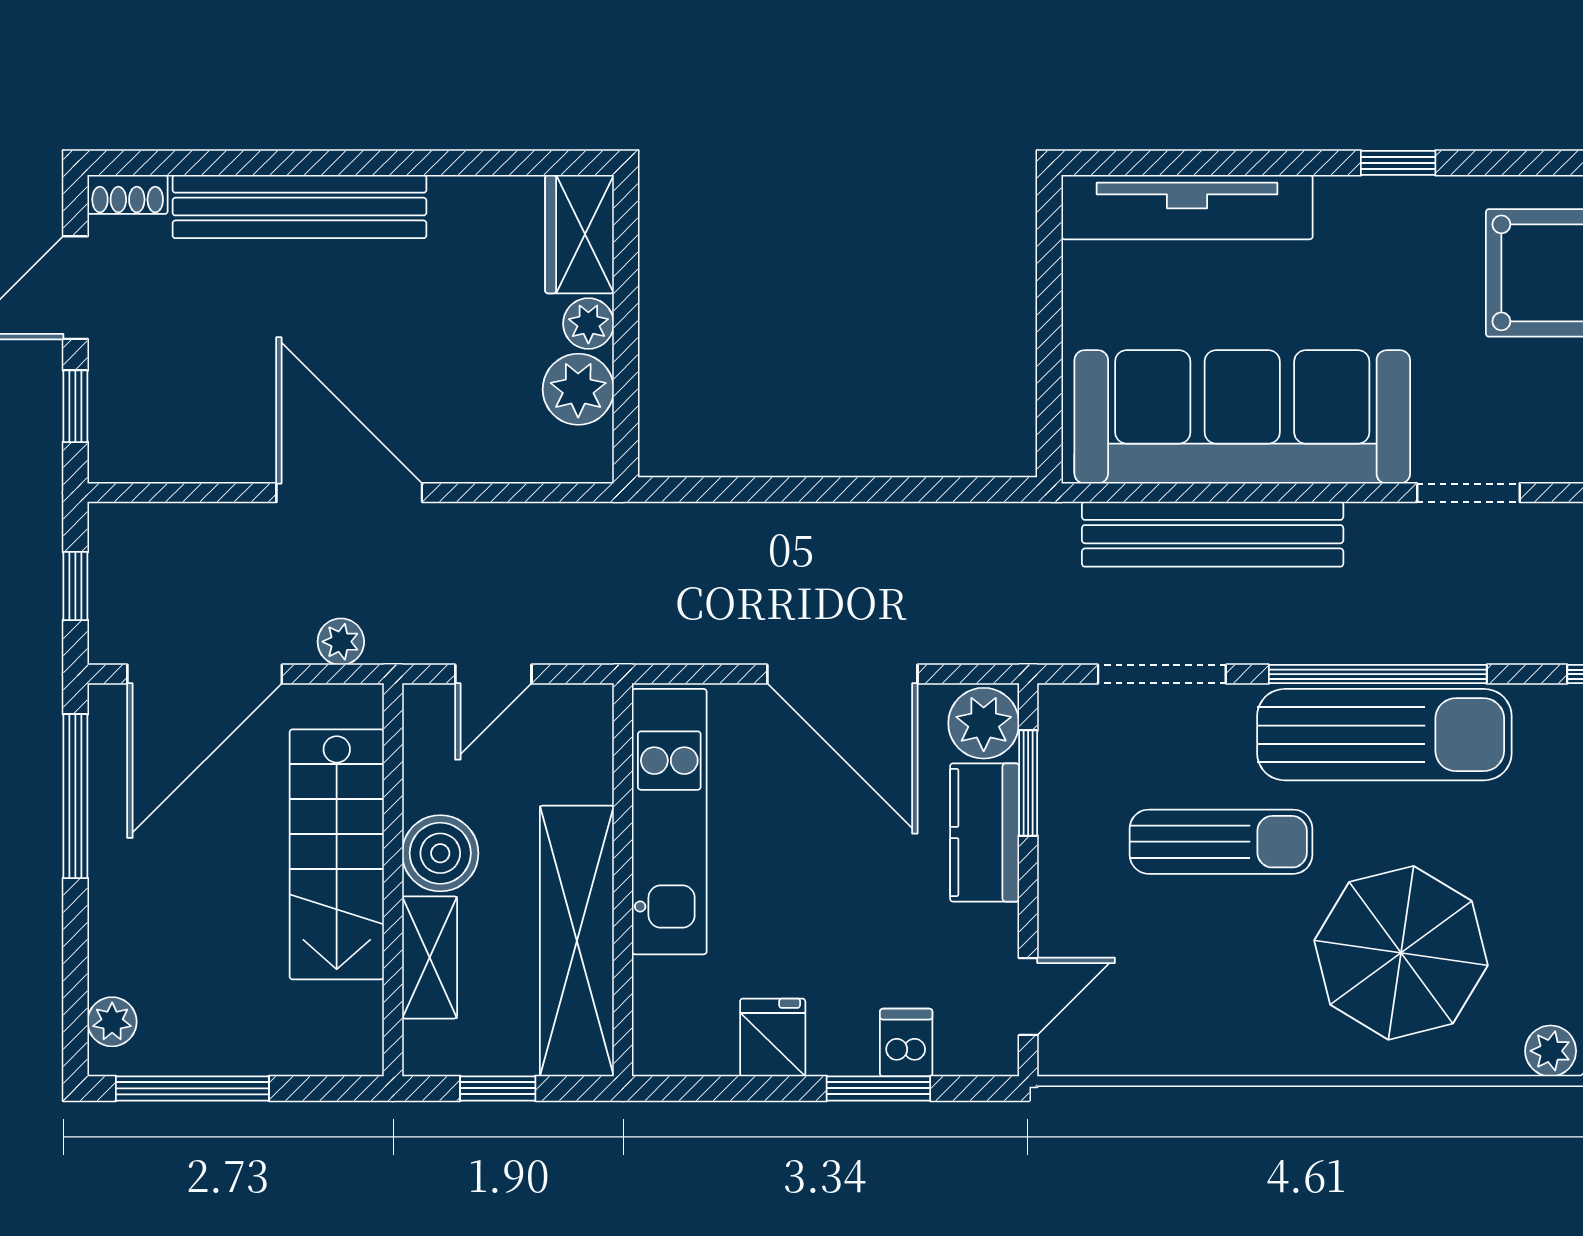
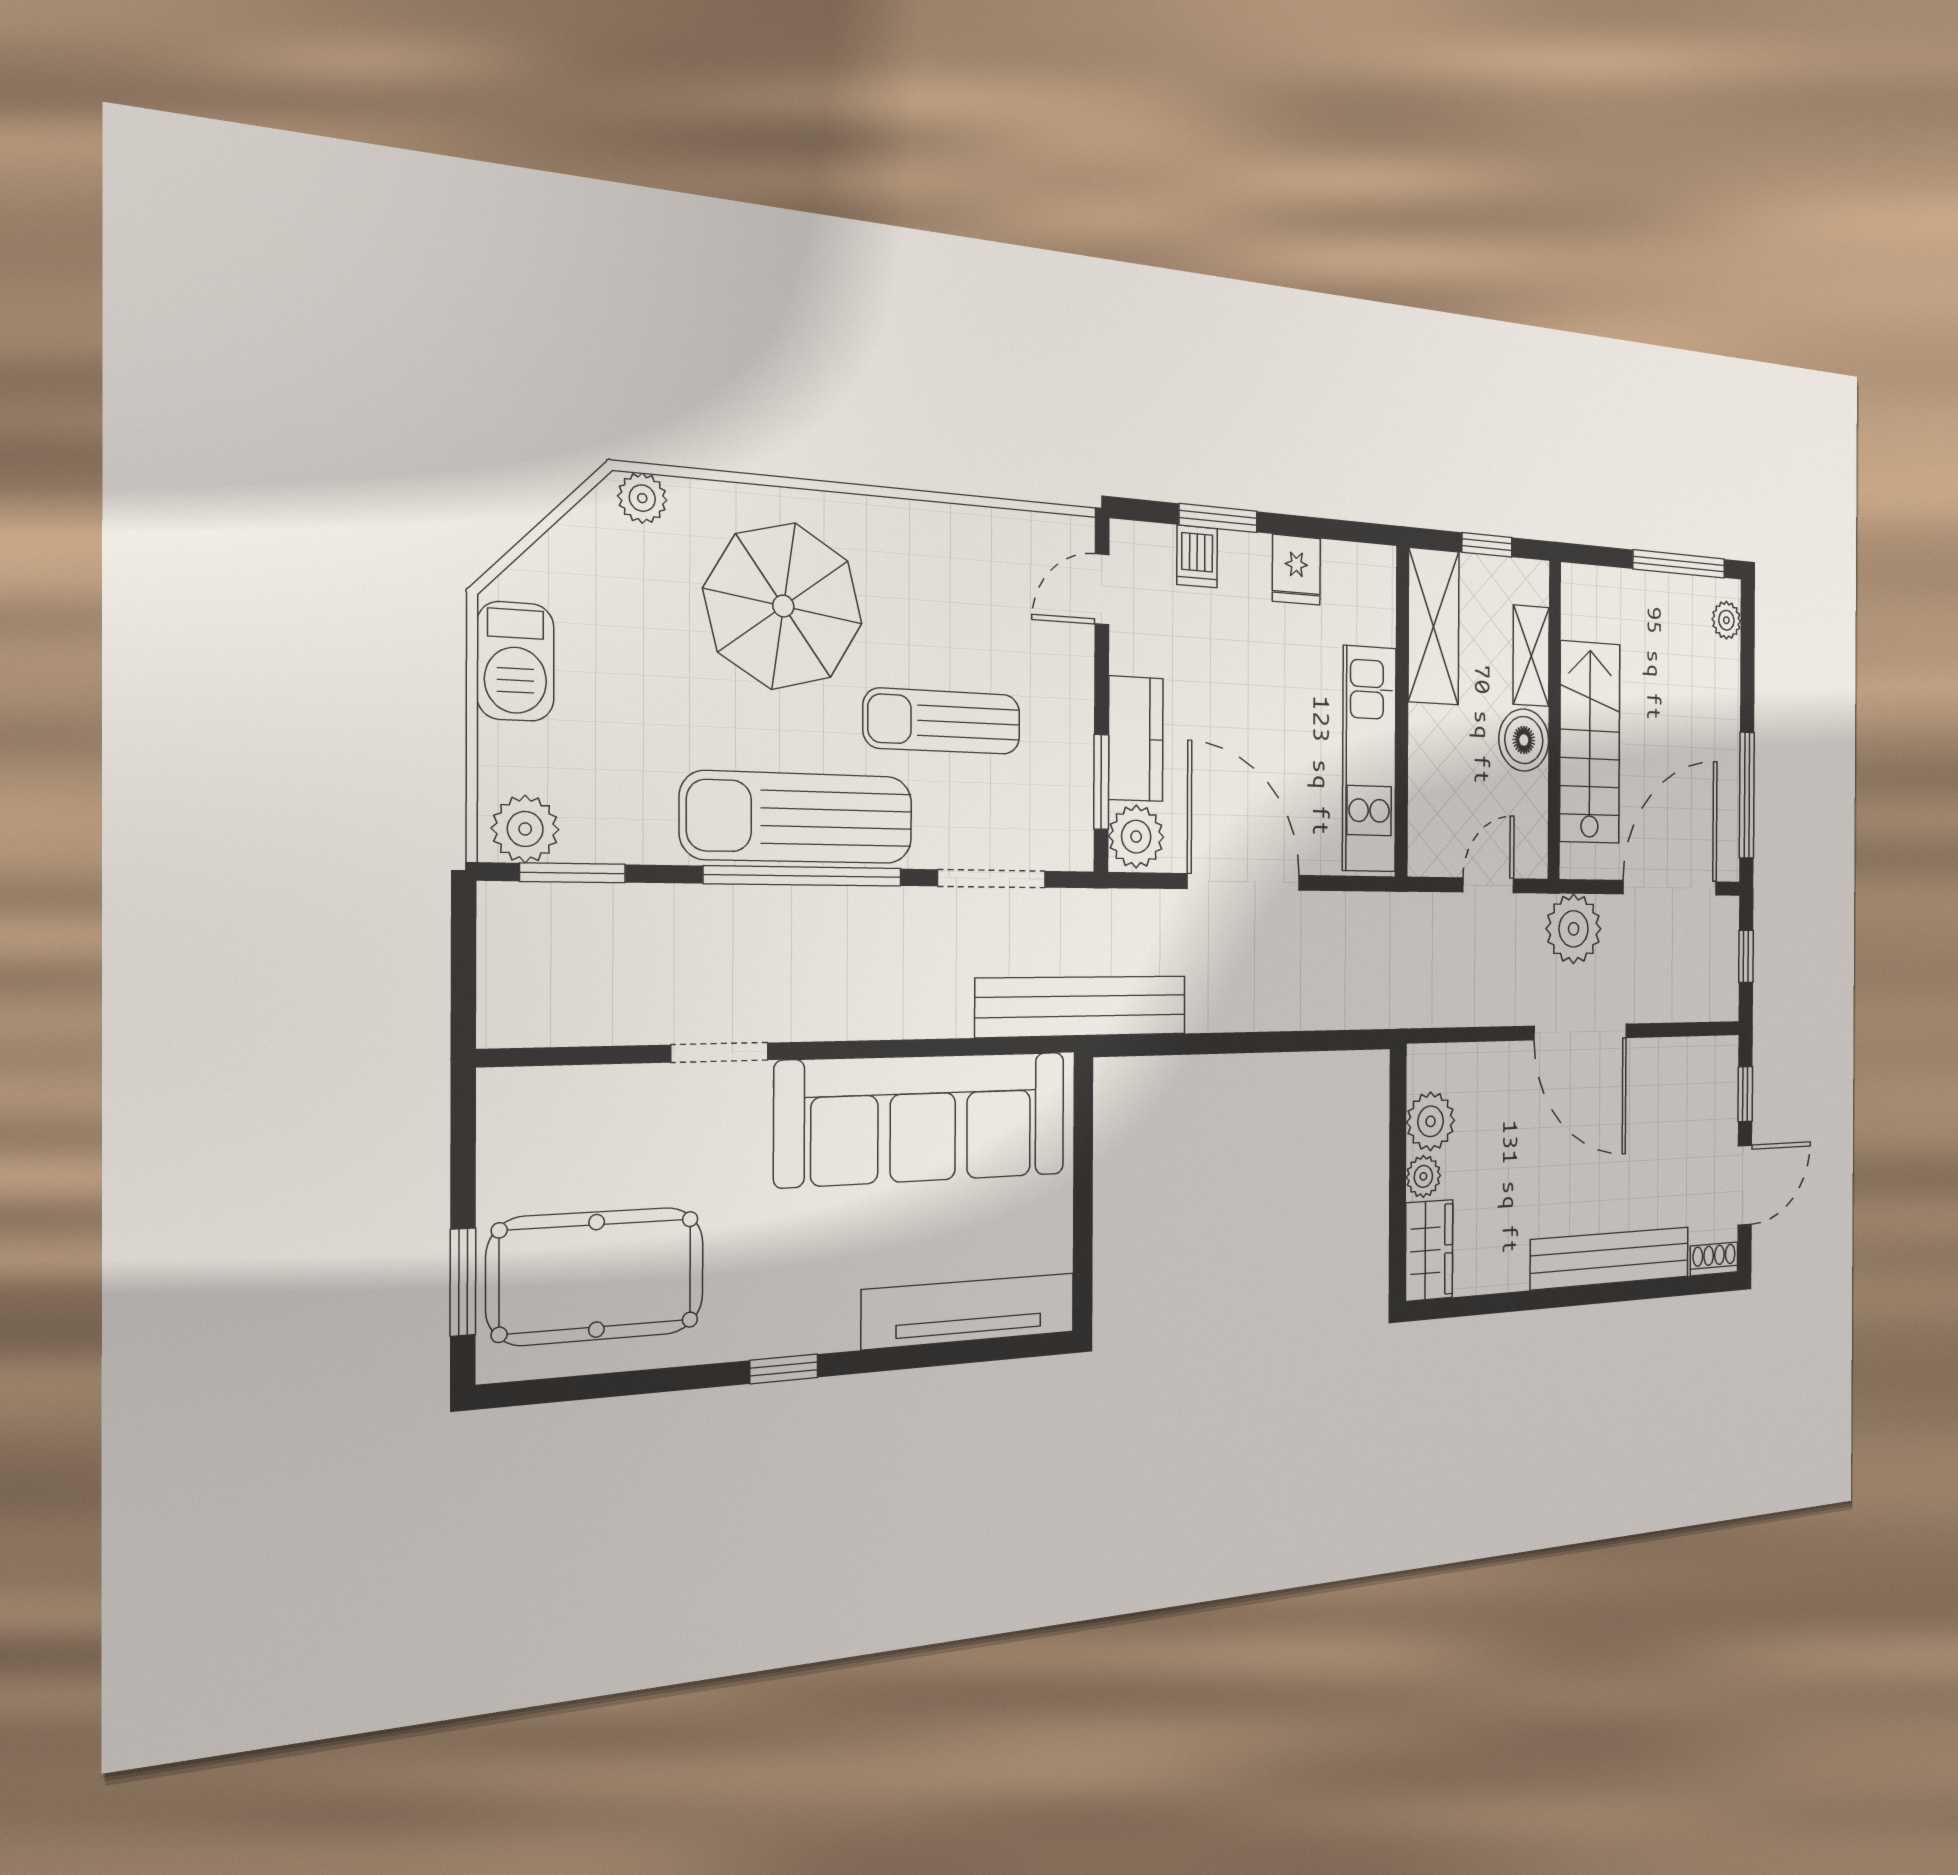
bench: (1213, 534) -> (1082, 1006), moved
plant: (341, 642) -> (1574, 929), width x1.88, depth x1.88
shelving: (577, 941) -> (1434, 627), width x0.68

